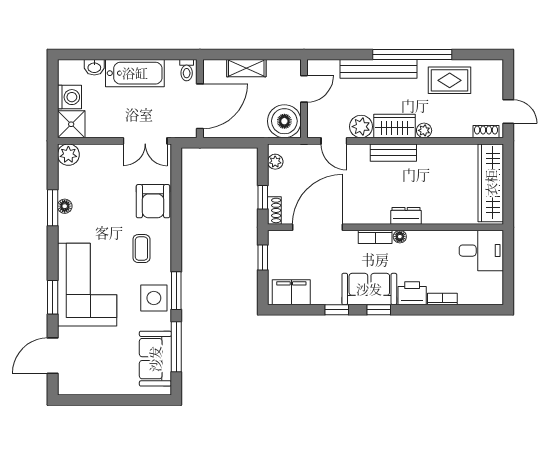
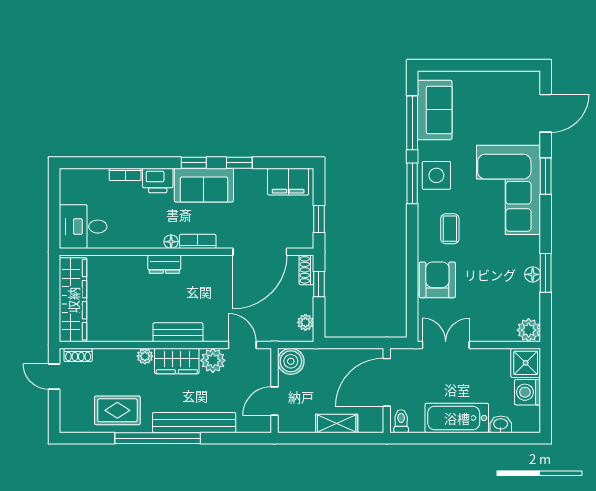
boiler: (284, 121) -> (291, 361), width x0.73, depth x0.73

